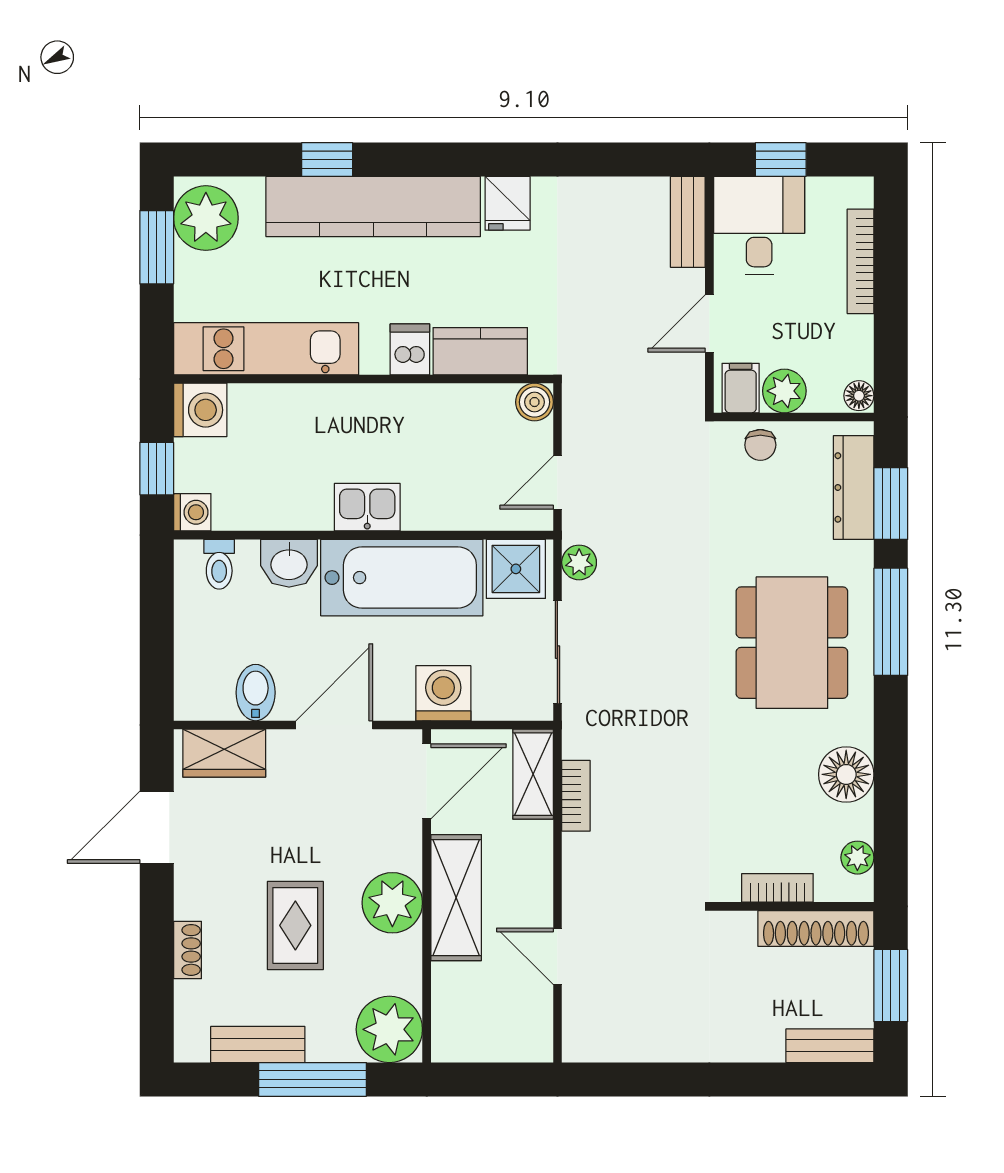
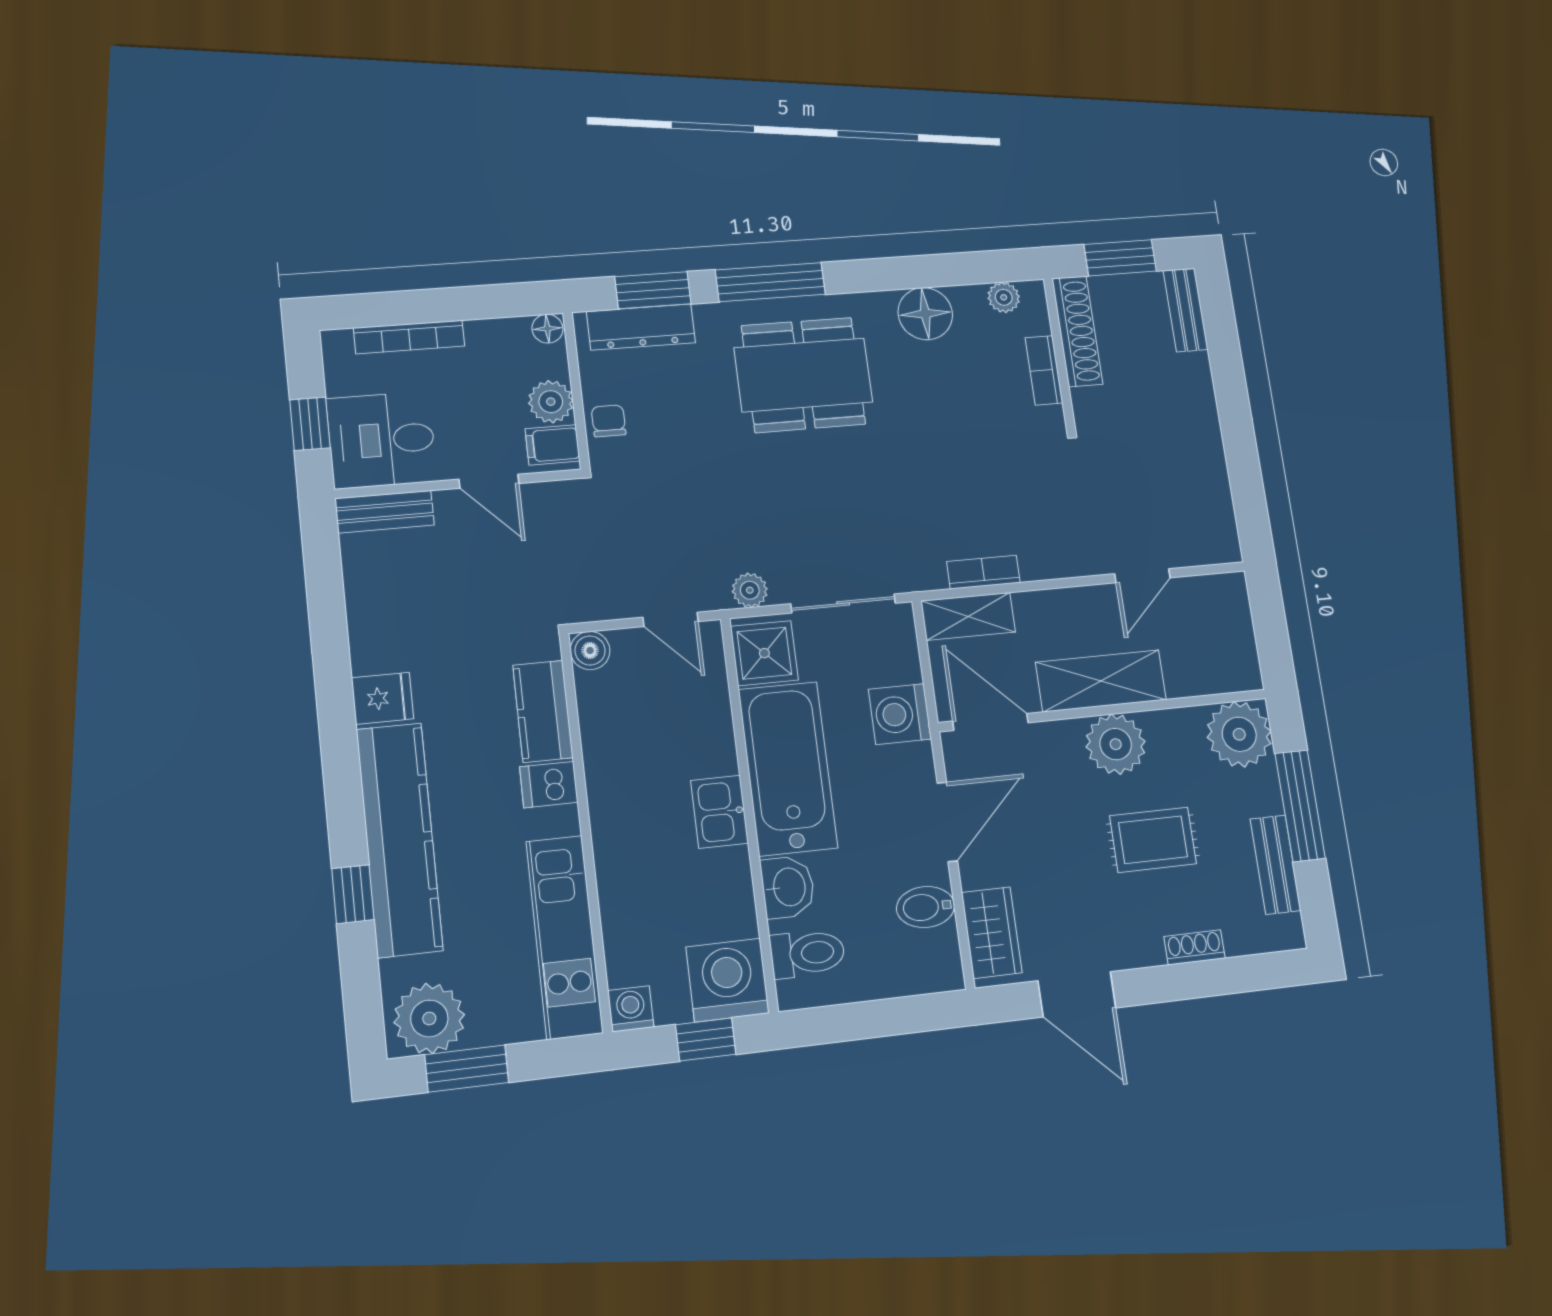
washing machine: (200, 410) -> (631, 1009), width x0.73, depth x0.73
chair: (760, 445) -> (609, 421), turned -90
washing machine: (192, 512) -> (728, 980), width x1.89, depth x1.89
toilet: (219, 564) -> (807, 953), width x1.37, depth x1.39
door: (334, 725) -> (947, 822), swing flipped

